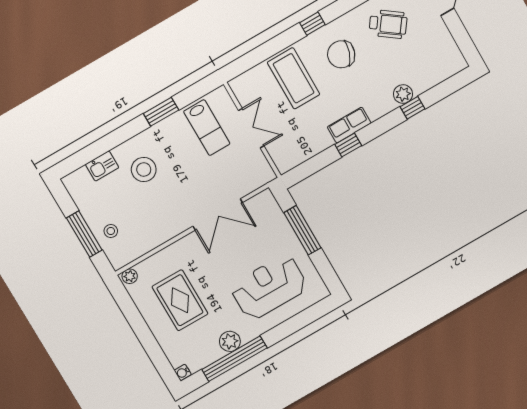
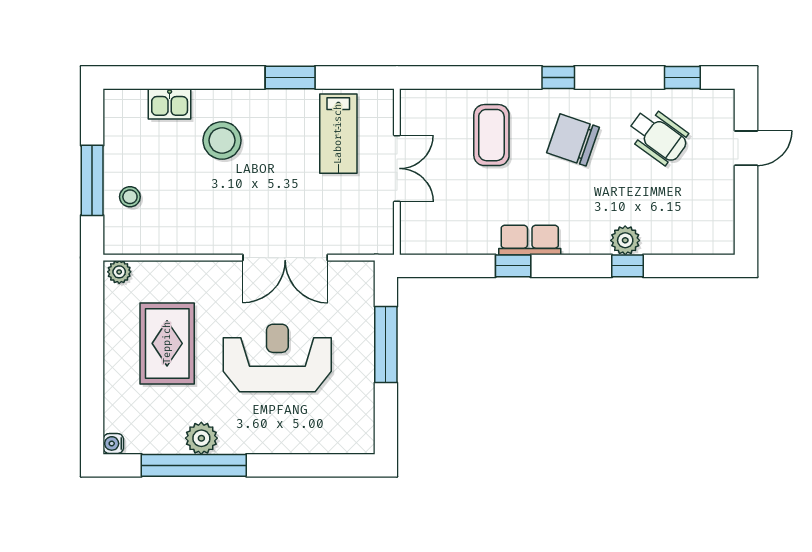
coffee table: (294, 78) -> (491, 135), width x0.73, depth x0.76
reception desk: (269, 287) -> (277, 358), moved

